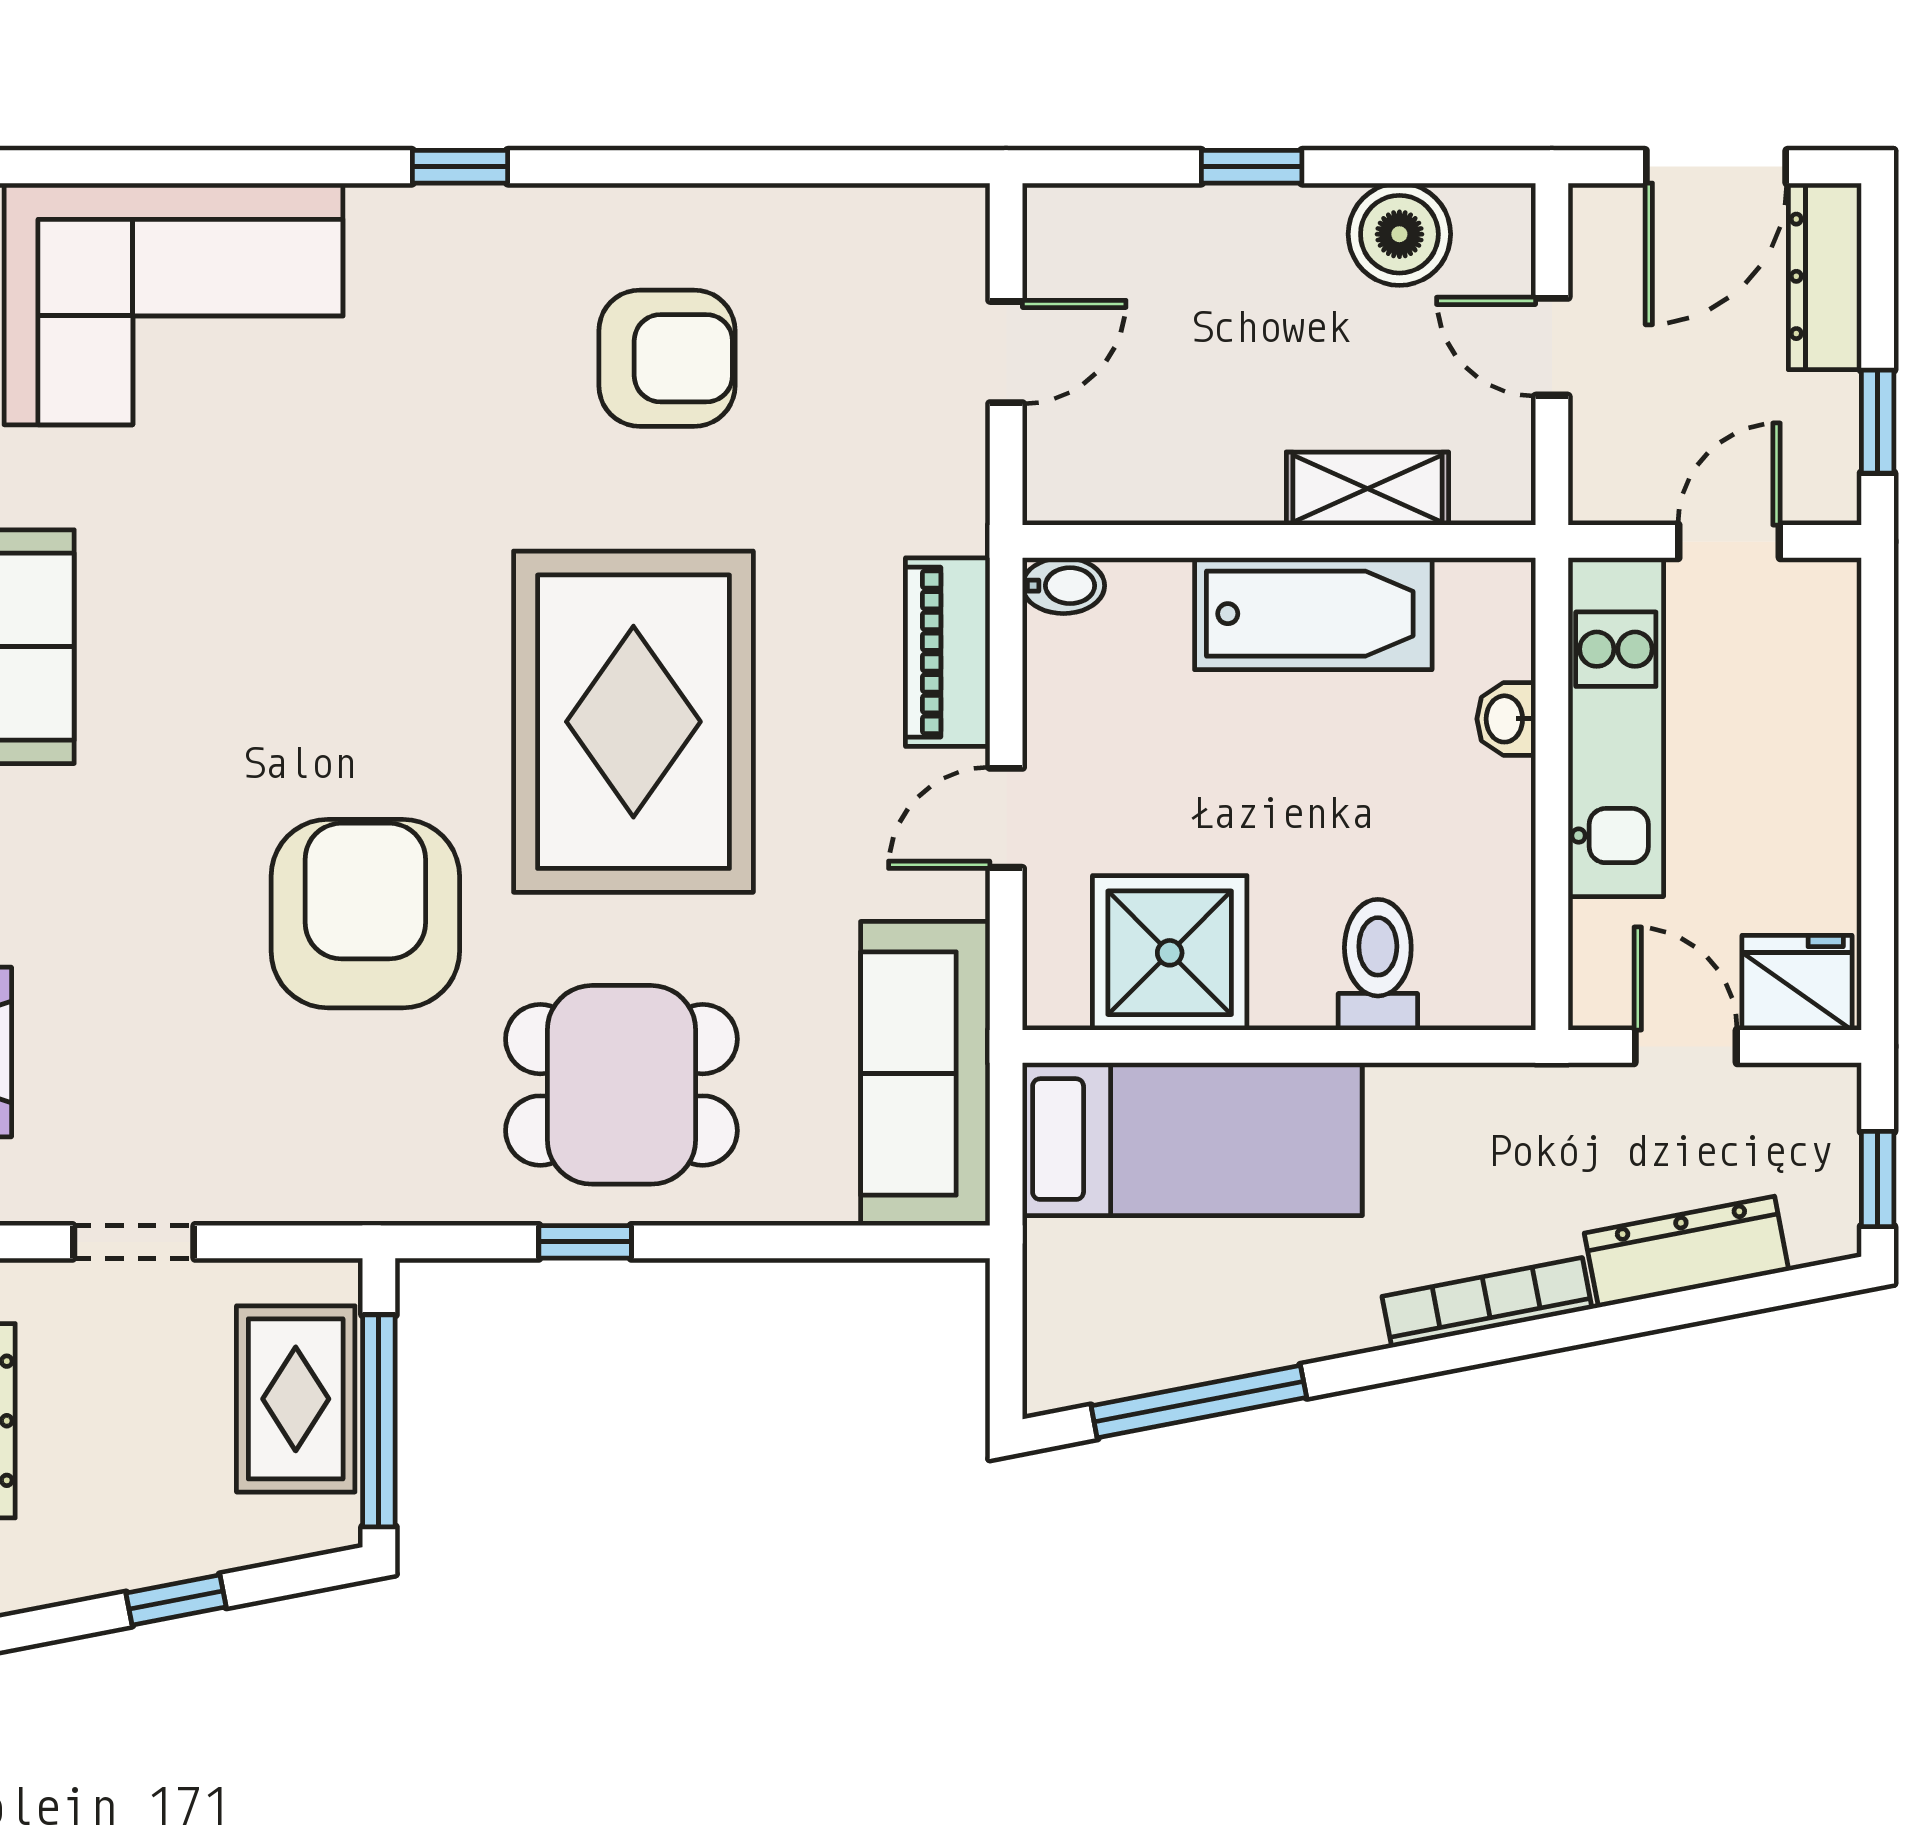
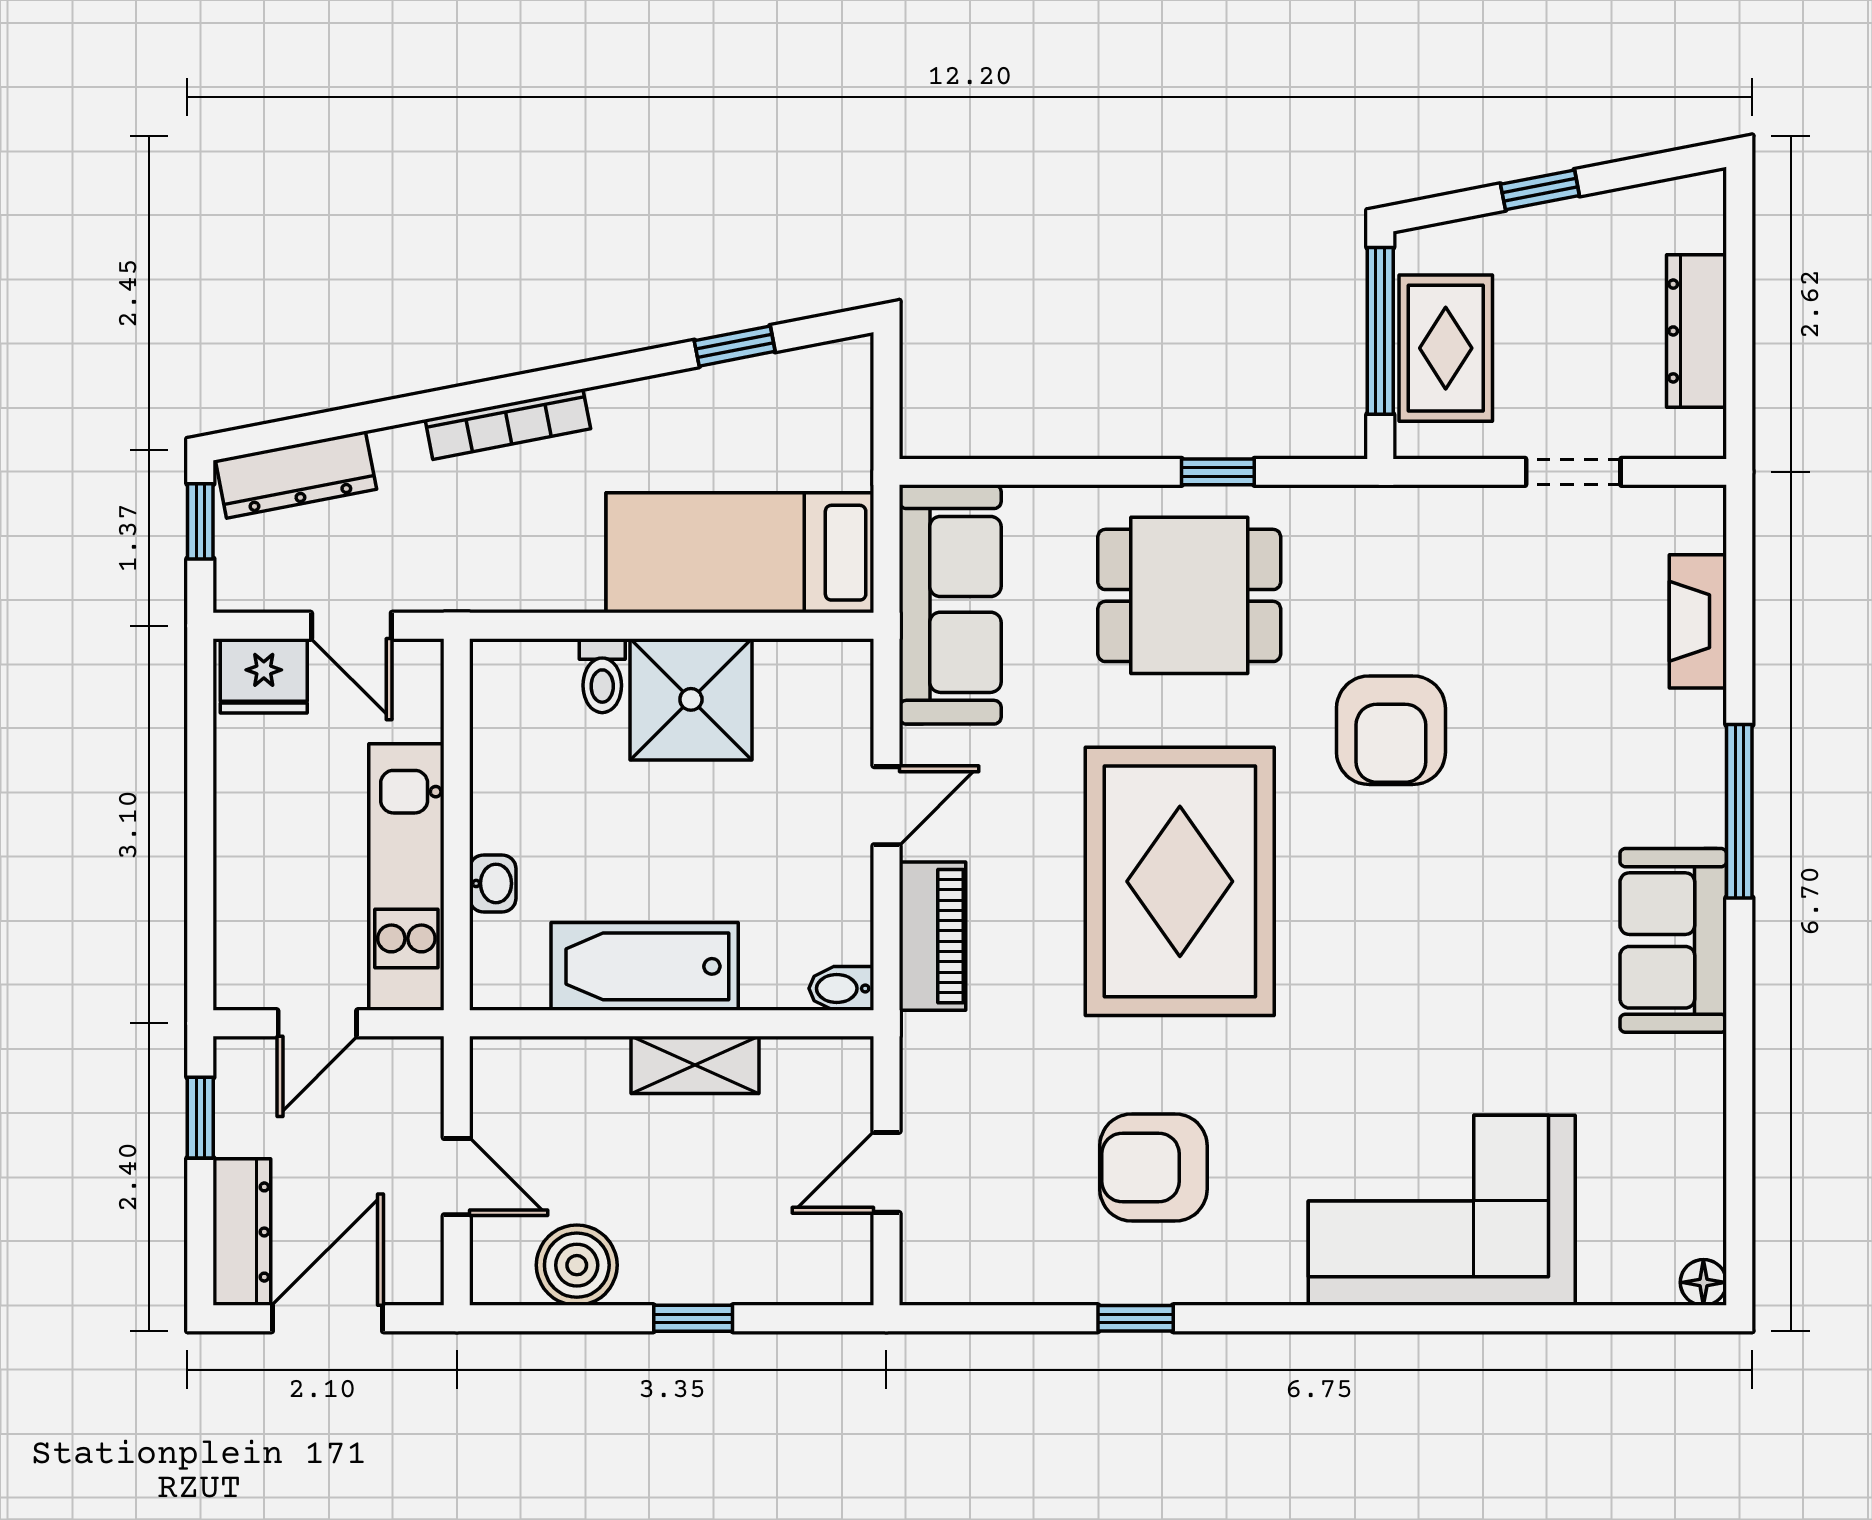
window: (460, 167) -> (1136, 1318), moved
corner sofa: (174, 304) -> (1442, 1210), moved
shelving: (1367, 489) -> (695, 1065), moved
armchair: (365, 914) -> (1391, 730), width x0.73, depth x0.73
shower: (1170, 953) -> (691, 699), moved
toilet: (1378, 965) -> (602, 676), width x0.73, depth x0.72
dresser: (1687, 1252) -> (296, 475), moved
window: (1199, 1402) -> (735, 346), width x0.46

